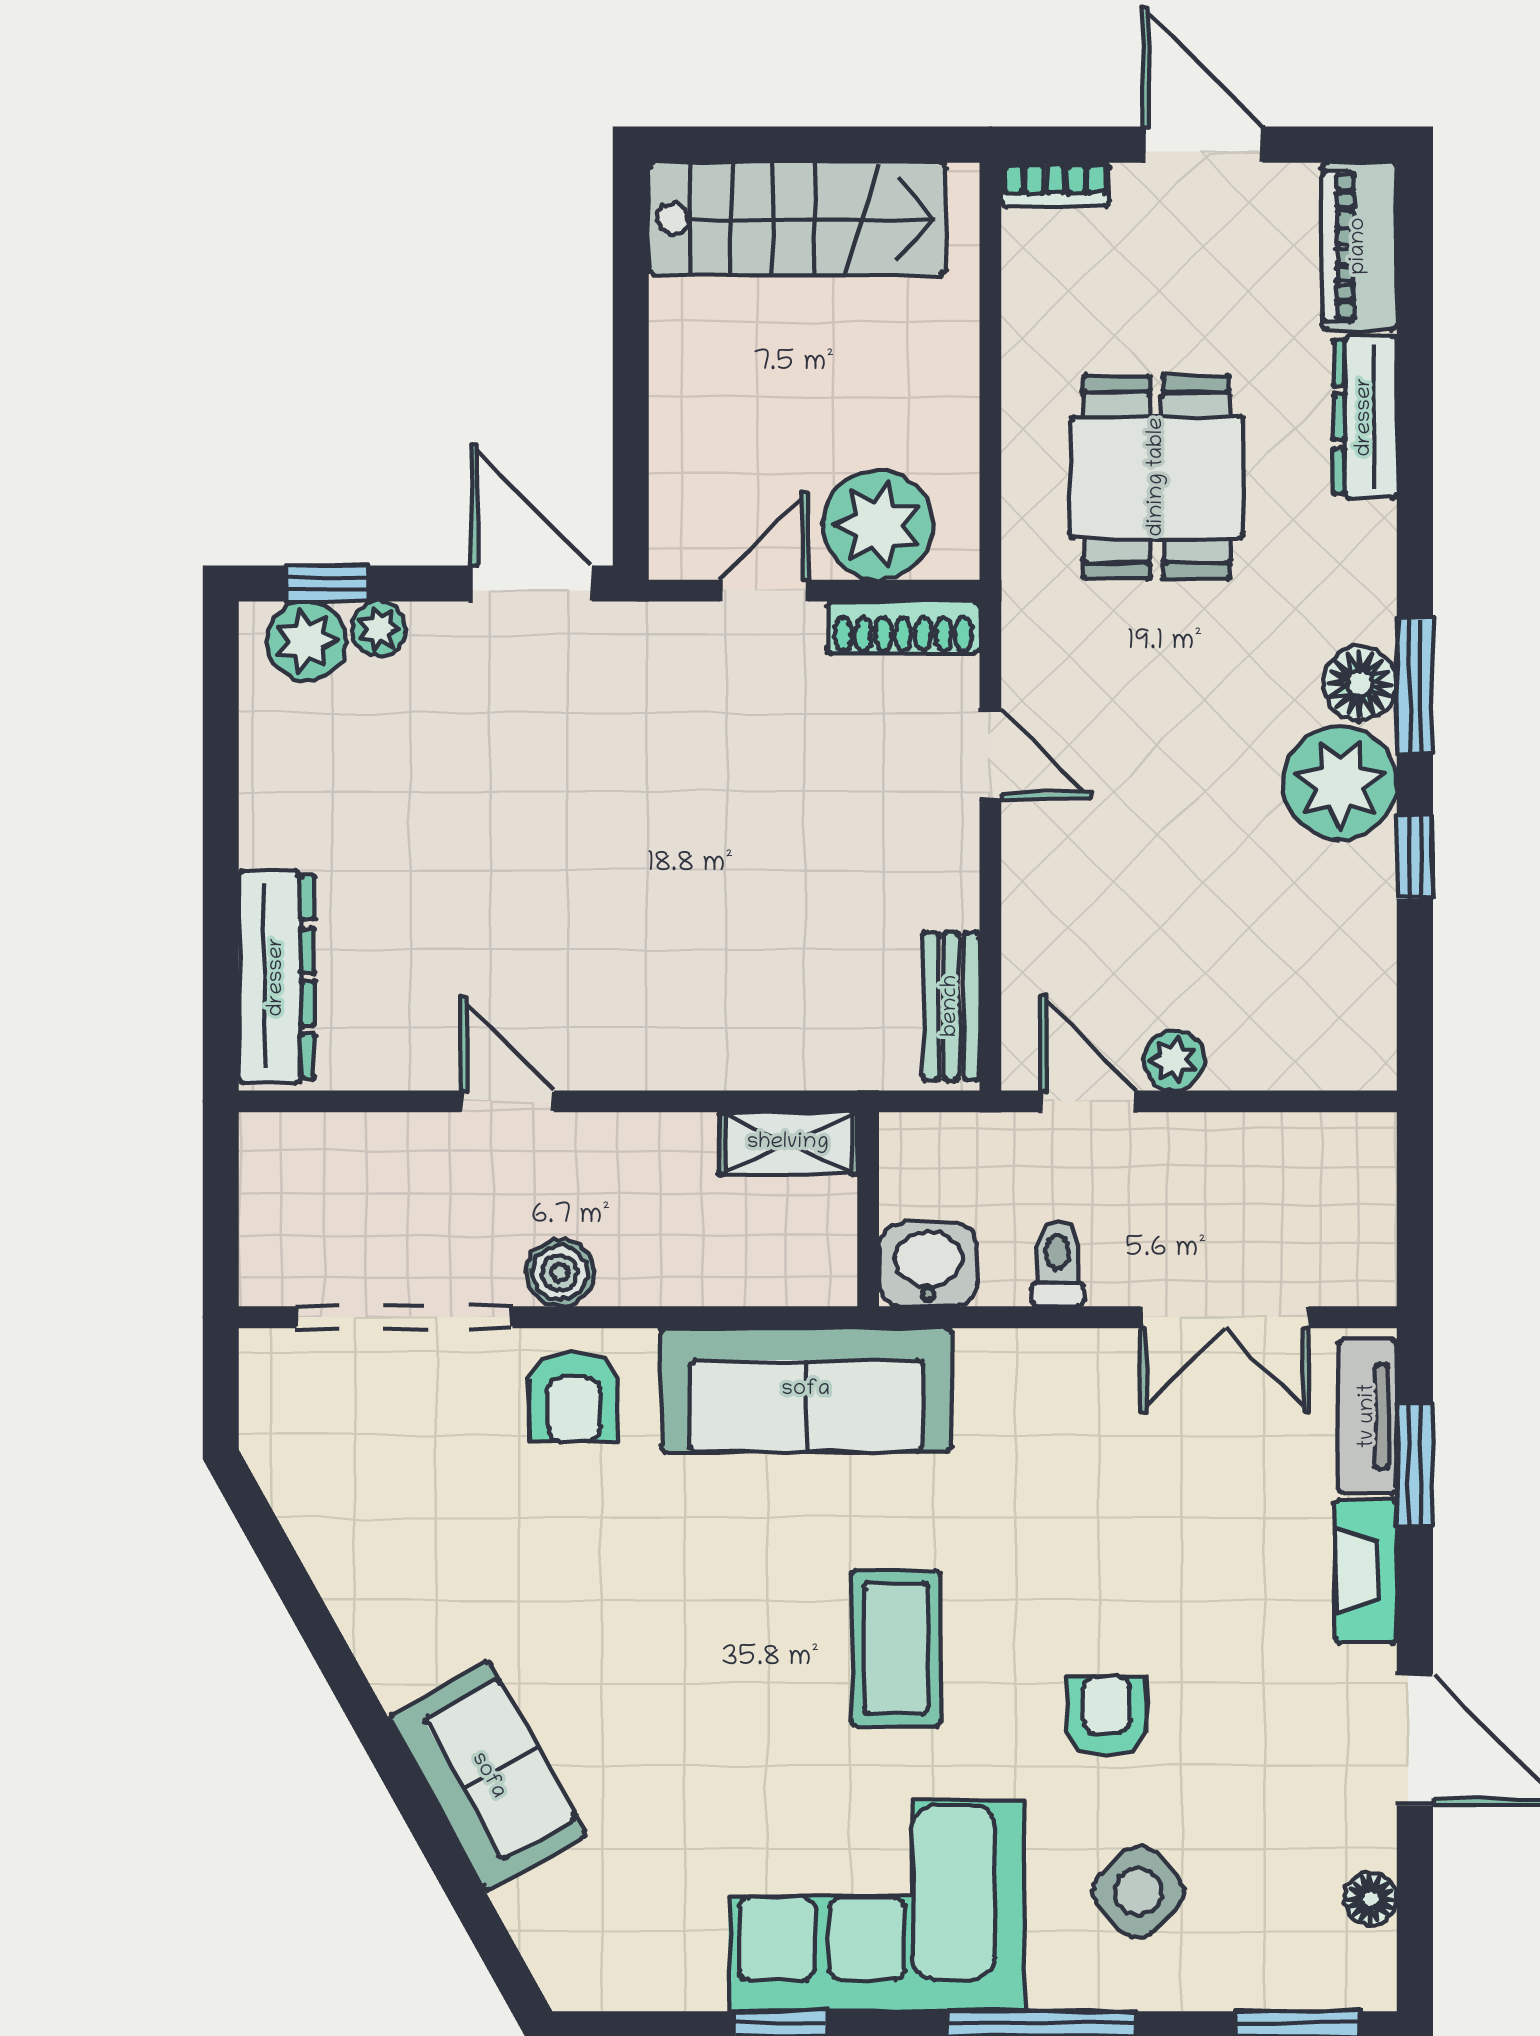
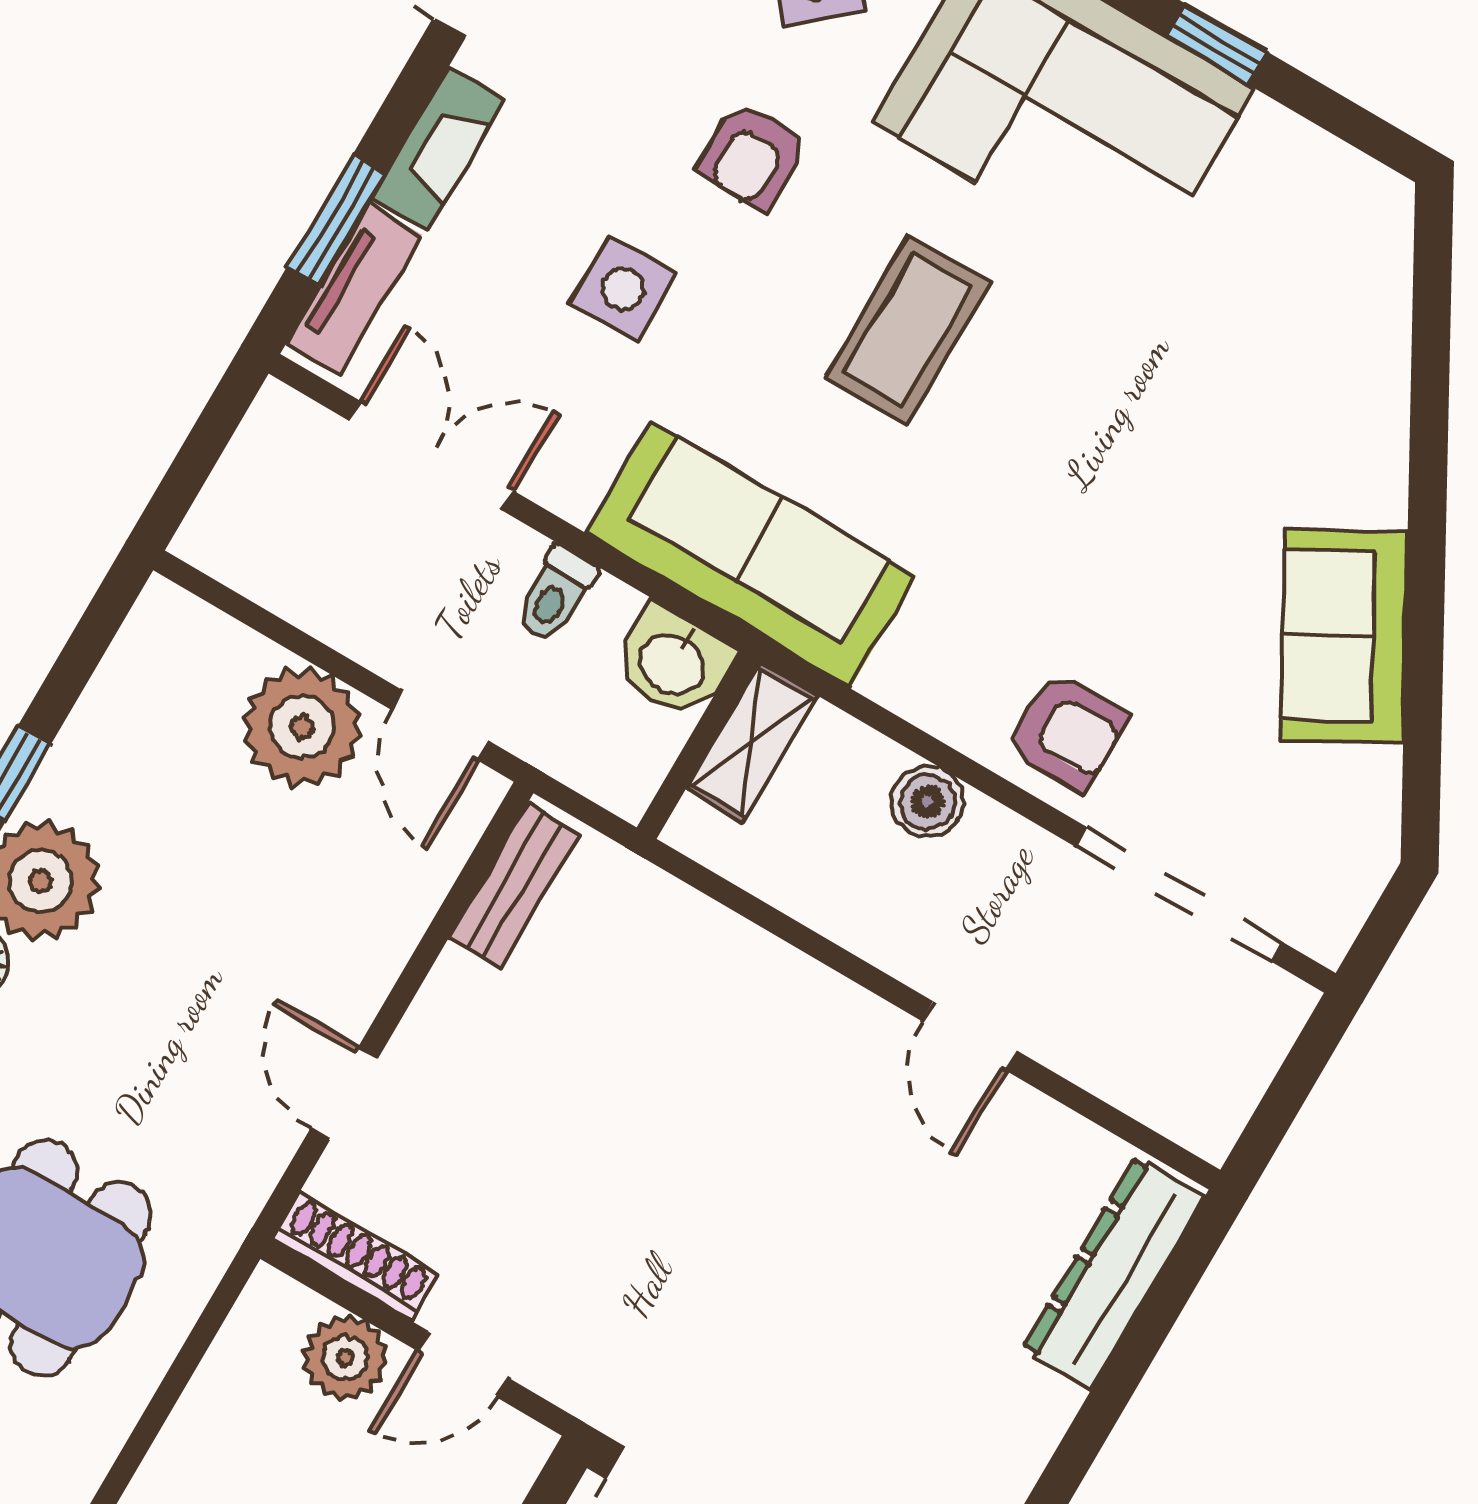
plant: (878, 525) -> (345, 1358), width x0.73, depth x0.73
plant: (1174, 1060) -> (302, 727), width x1.88, depth x1.88
shelving: (788, 1143) -> (752, 742), moved, turned 90
boiler: (560, 1273) -> (928, 801), moved
sofa: (806, 1390) -> (751, 554), moved
armchair: (574, 1397) -> (1067, 731), turned 90
side table: (1148, 1545) -> (623, 289), added
sofa: (488, 1776) -> (1344, 636), moved

